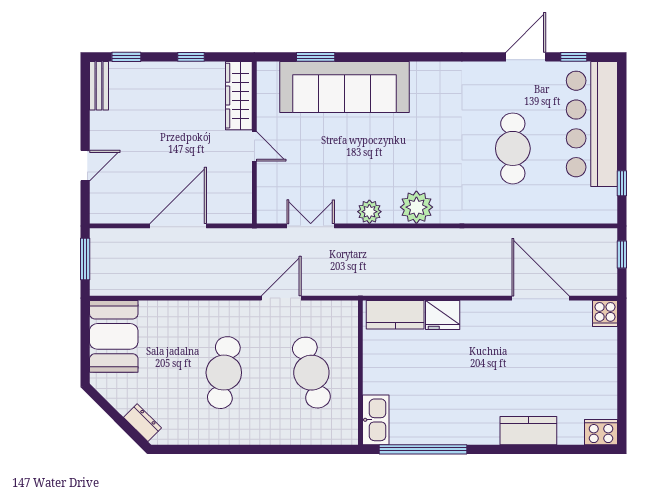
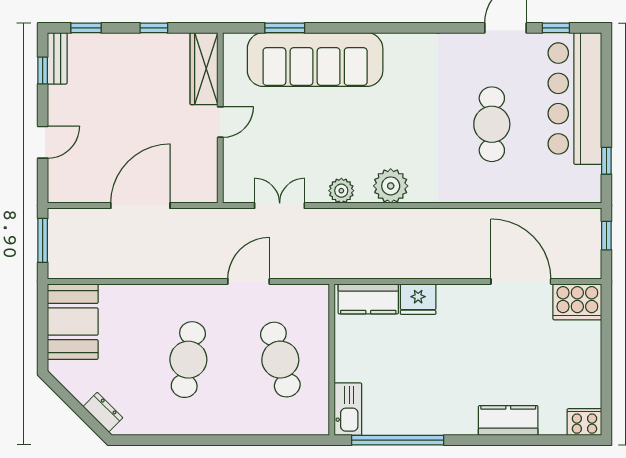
window: (85, 97) -> (43, 70), added
door: (254, 146) -> (220, 122), hinge flipped
cooker: (605, 313) -> (577, 302), width x1.87, depth x1.31

